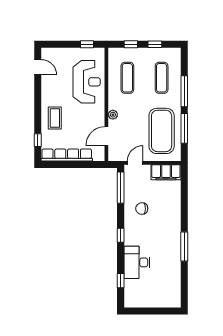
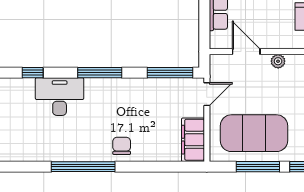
door: (135, 163) -> (207, 94), hinge flipped
chair: (142, 209) -> (122, 146), moved
window: (121, 235) -> (100, 73), width x2.17
window: (184, 246) -> (83, 167), width x1.46

